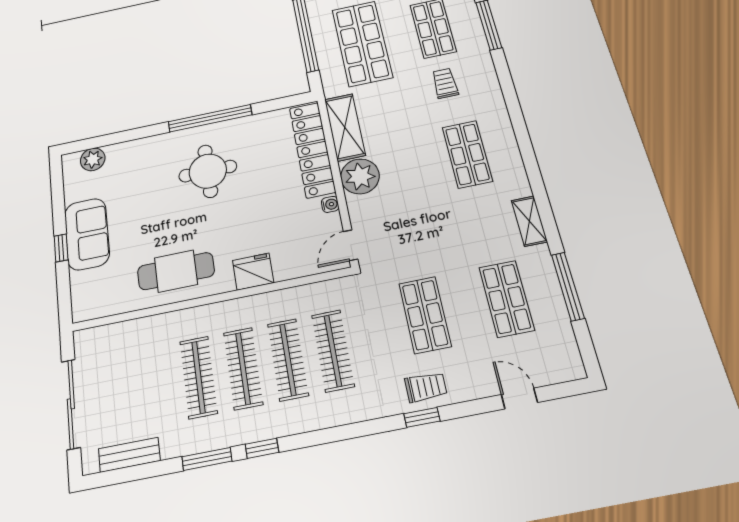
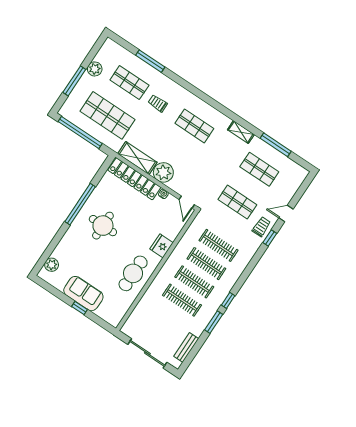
door: (519, 398) -> (286, 214), moved

